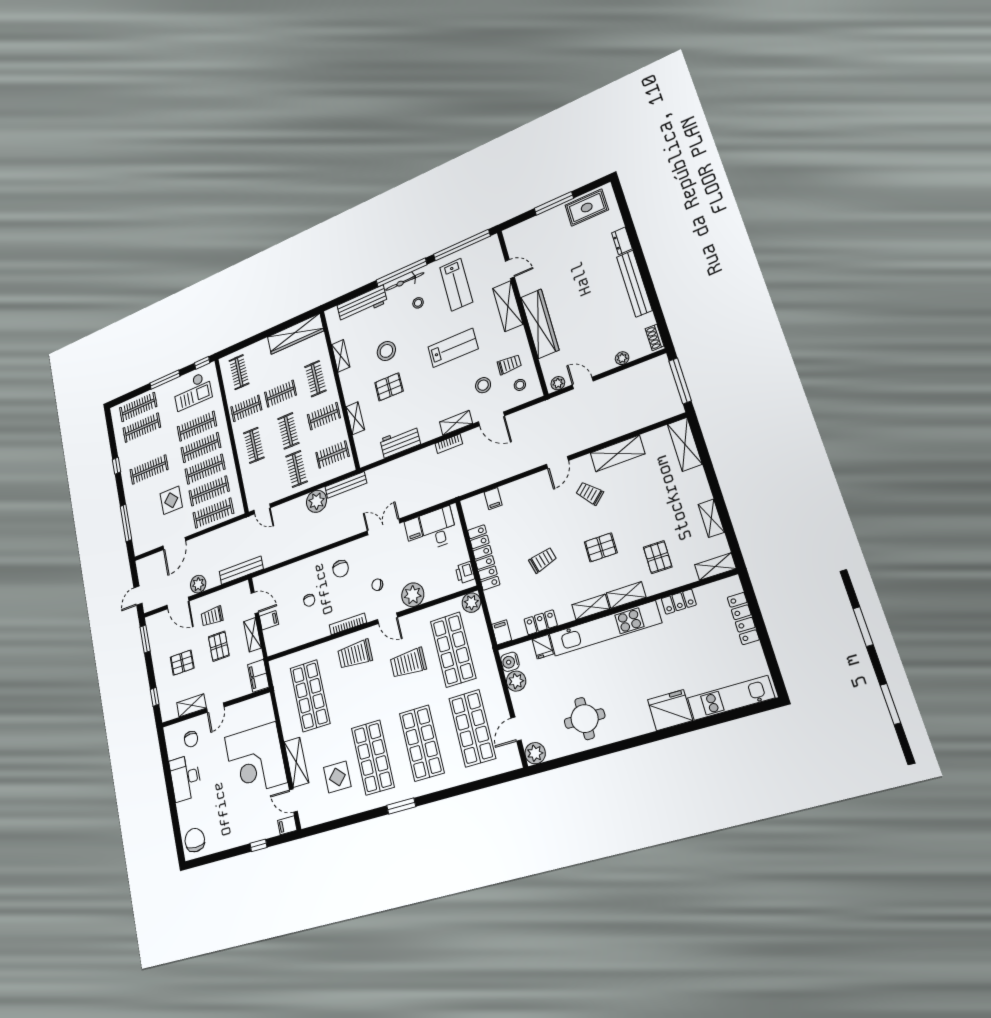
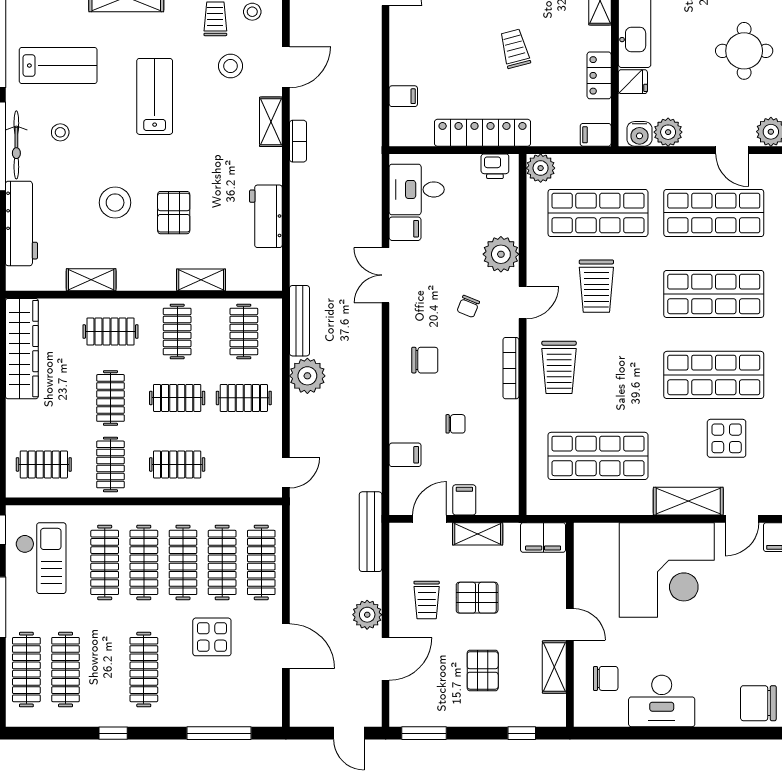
filing cabinet: (286, 576) -> (405, 455), added

